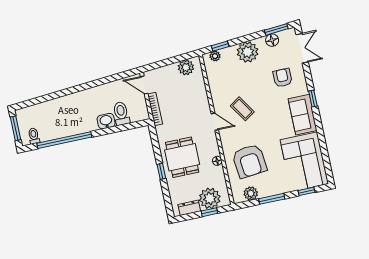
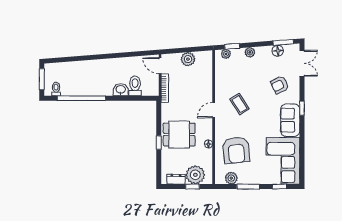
plant: (248, 52) -> (250, 52), width x0.53, depth x0.53
plant: (186, 67) -> (188, 59), moved
armchair: (282, 78) -> (280, 85), turned -116
door: (215, 122) -> (214, 110), swing flipped
dining table: (182, 157) -> (179, 135), turned 90

